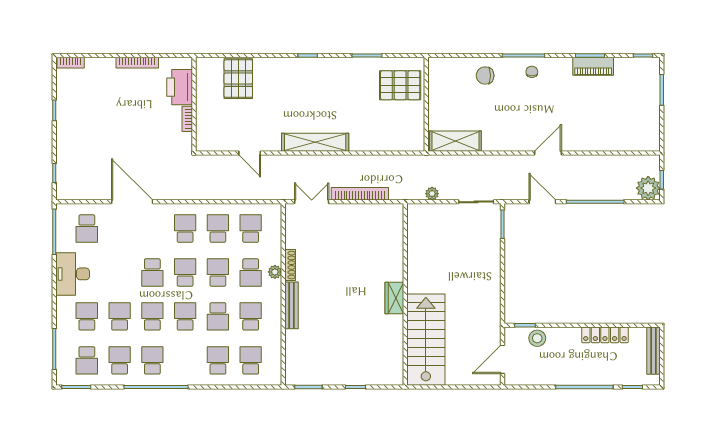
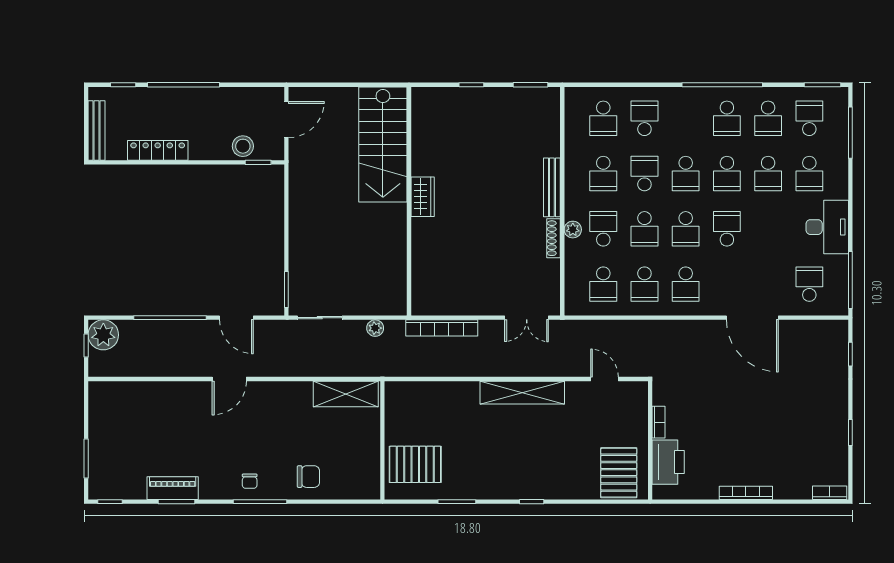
printer: (180, 87) -> (668, 462), moved
wall: (194, 104) -> (650, 440), moved
bookcase: (187, 119) -> (659, 422), moved
bookcase: (360, 194) -> (442, 328), moved
school desk: (218, 360) -> (644, 118), turned 180

